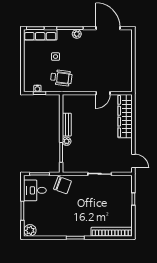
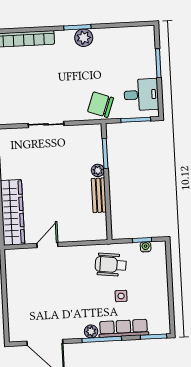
row of seats: (40, 35) -> (124, 328), moved
plant: (30, 230) -> (84, 38), moved

